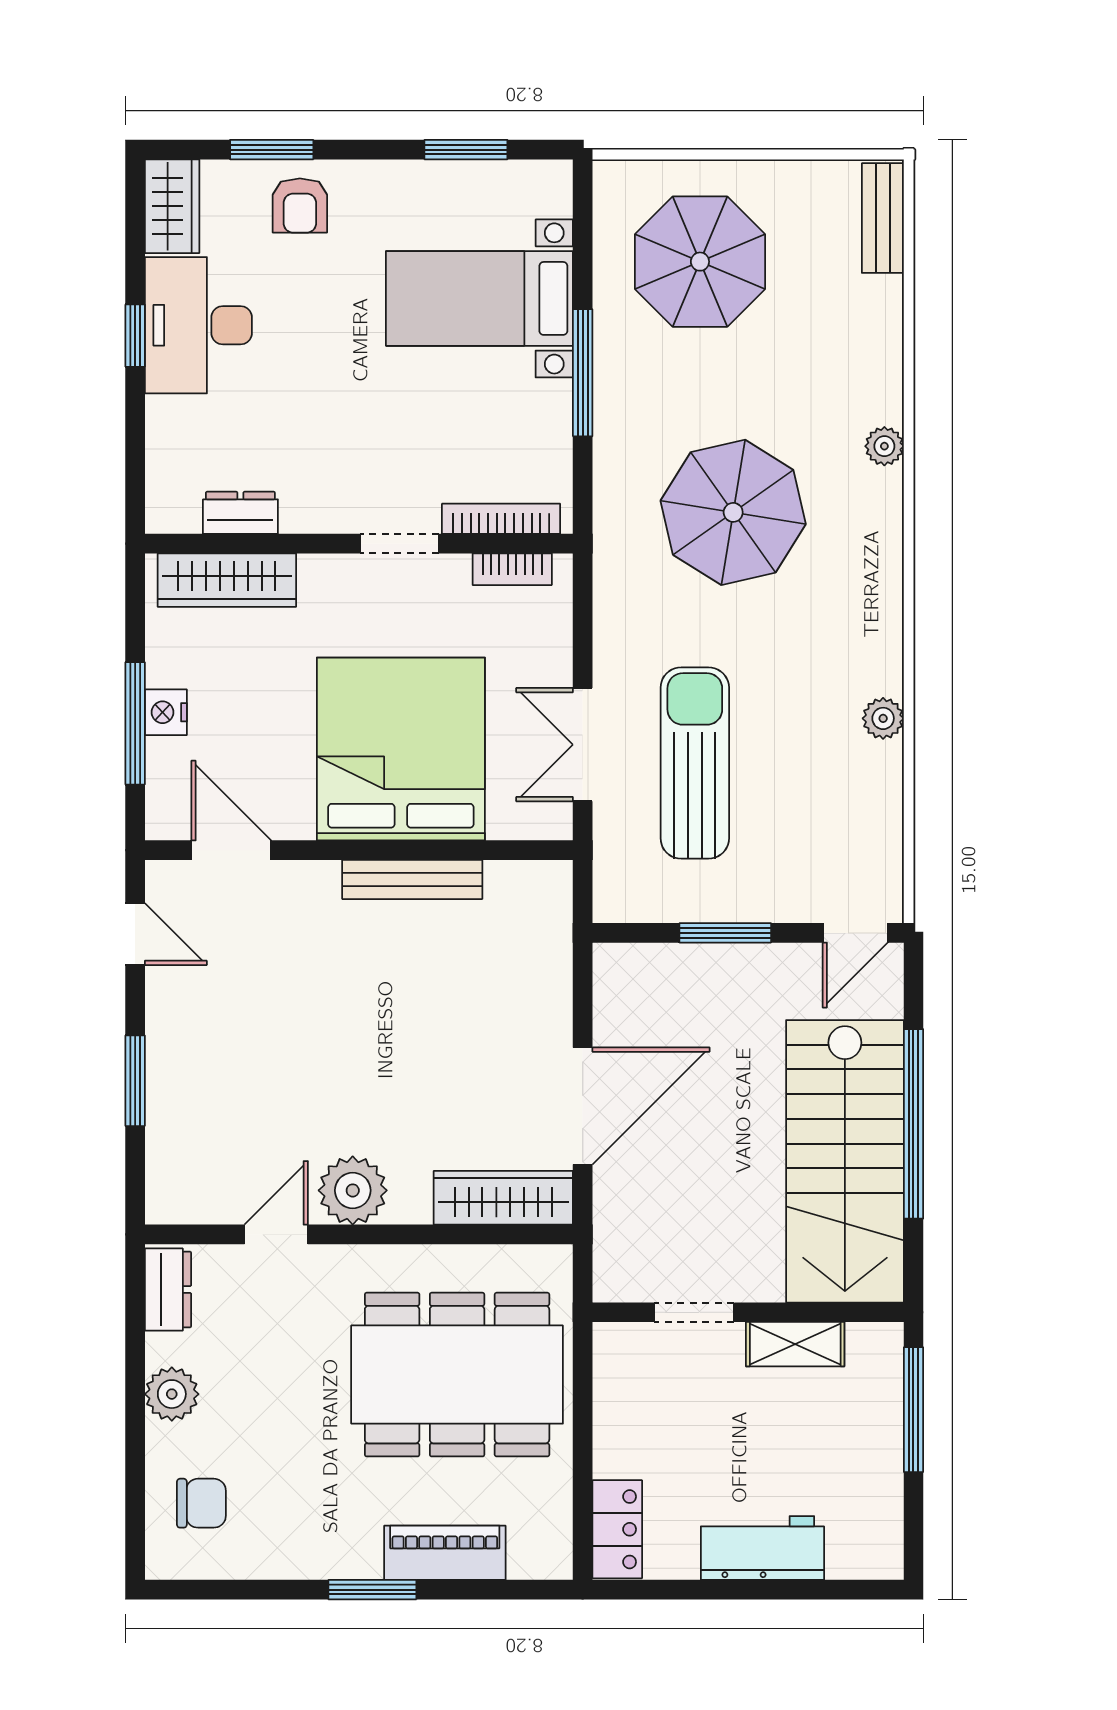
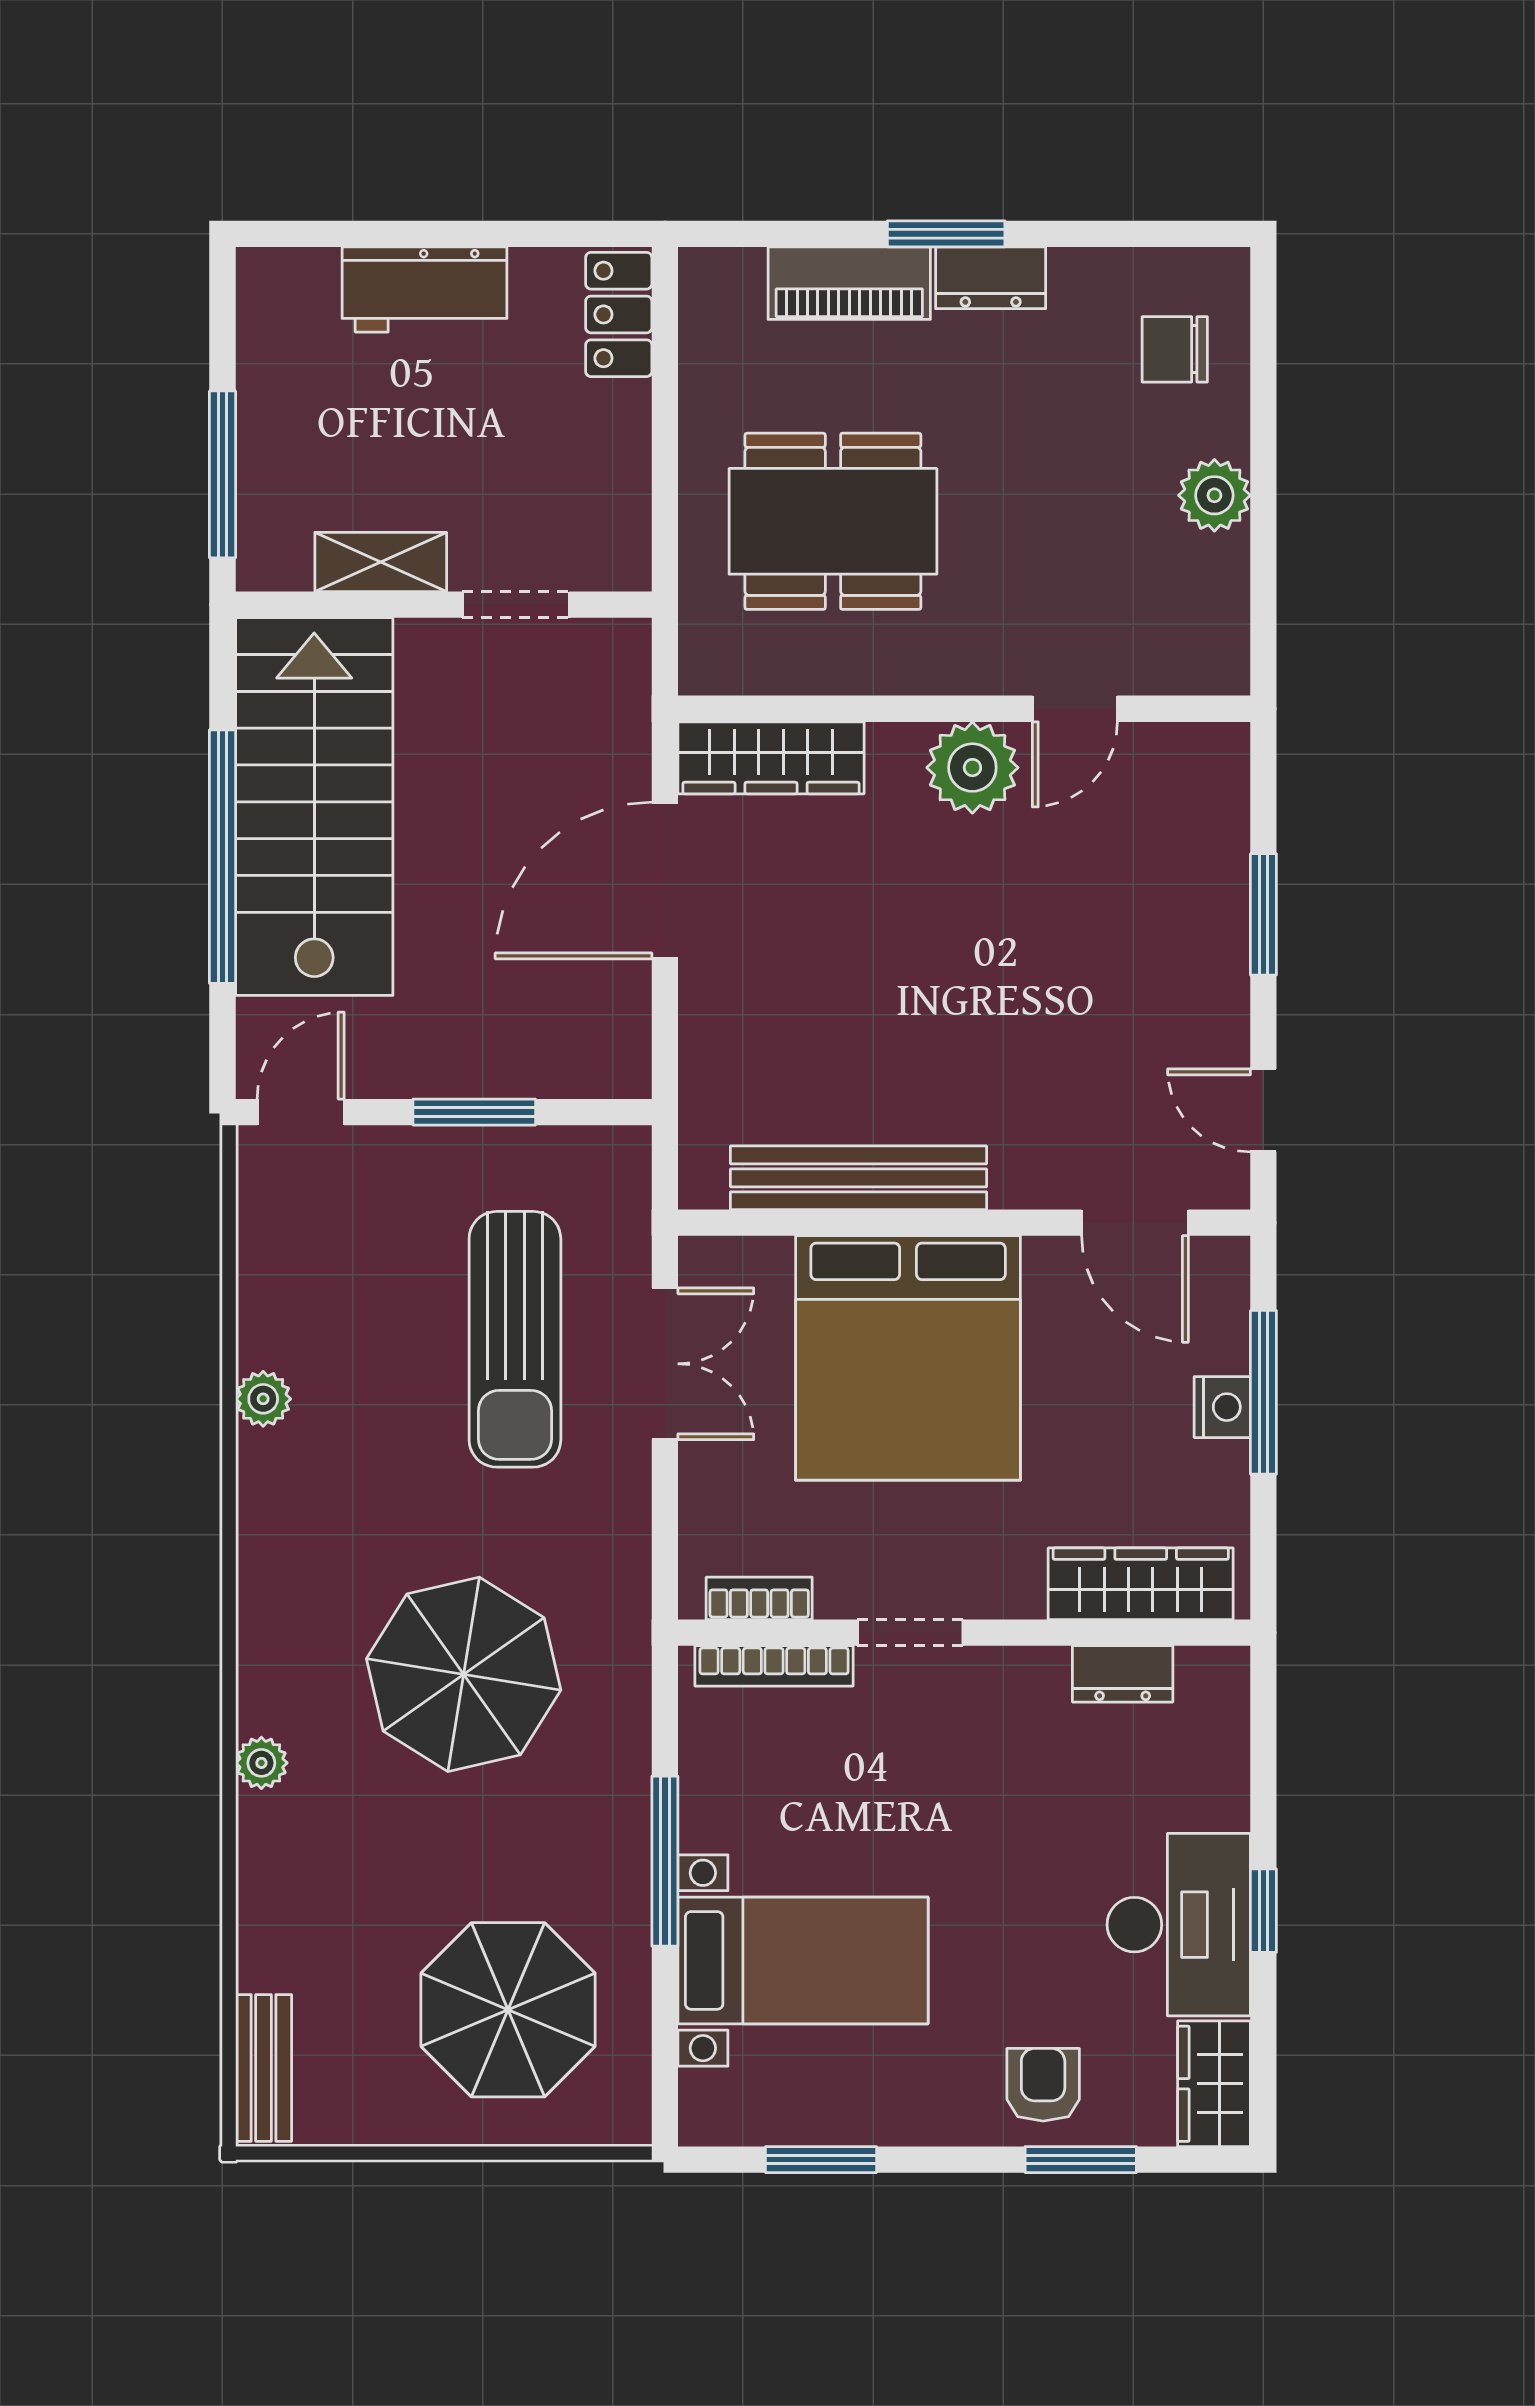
bench: (412, 879) -> (858, 1178), width x1.37, depth x1.21
dresser: (168, 1290) -> (991, 278), moved, turned -90
dining table: (457, 1375) -> (833, 521), width x0.73, depth x0.80

